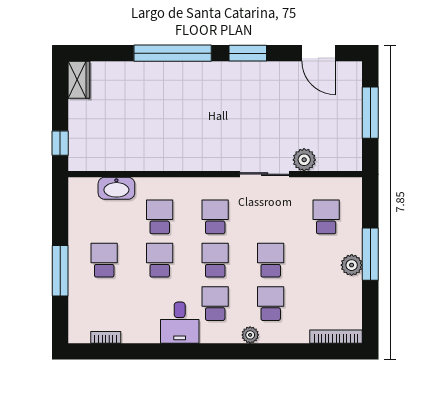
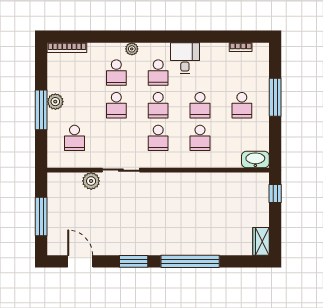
washbasin: (116, 188) -> (255, 159), moved

